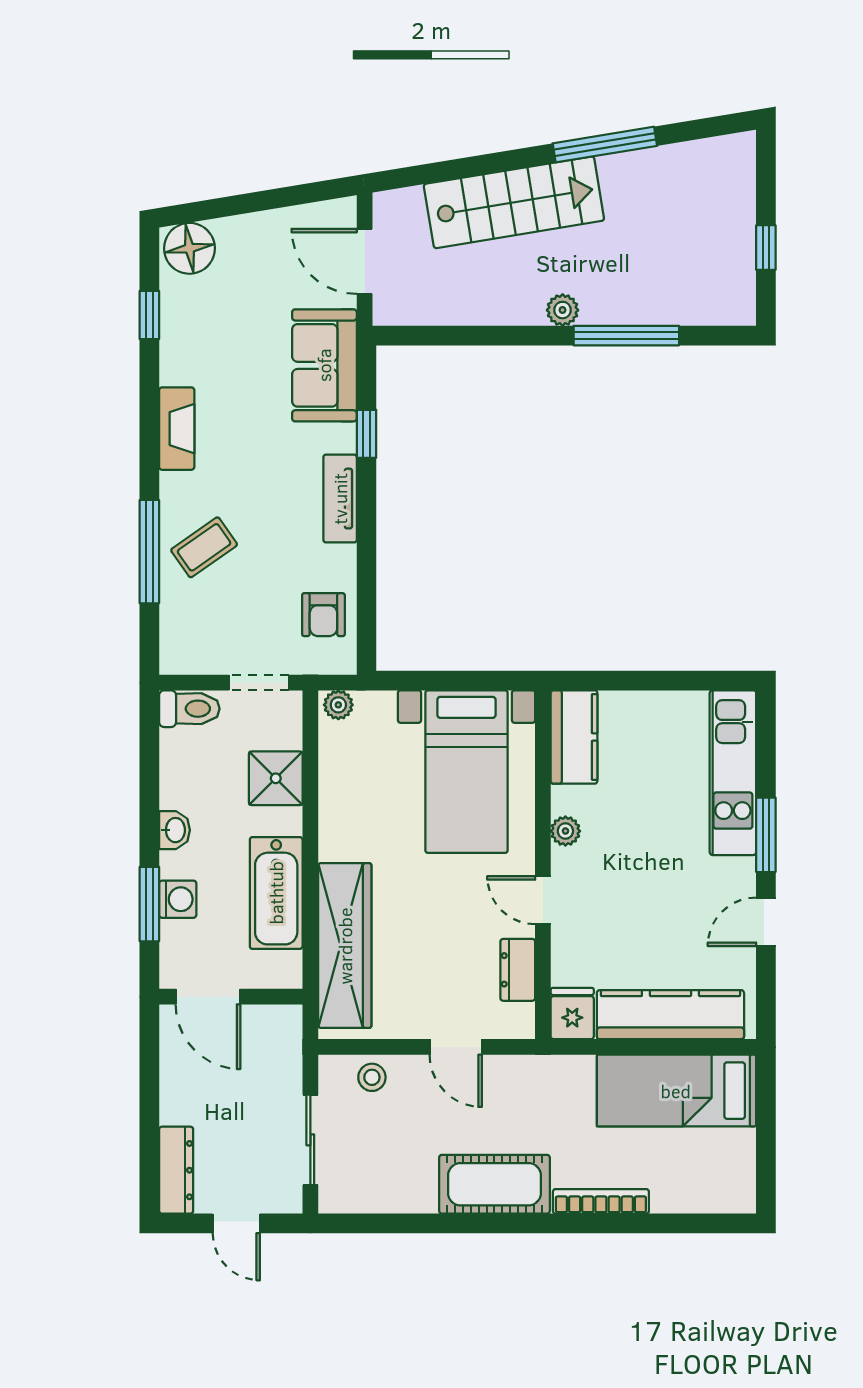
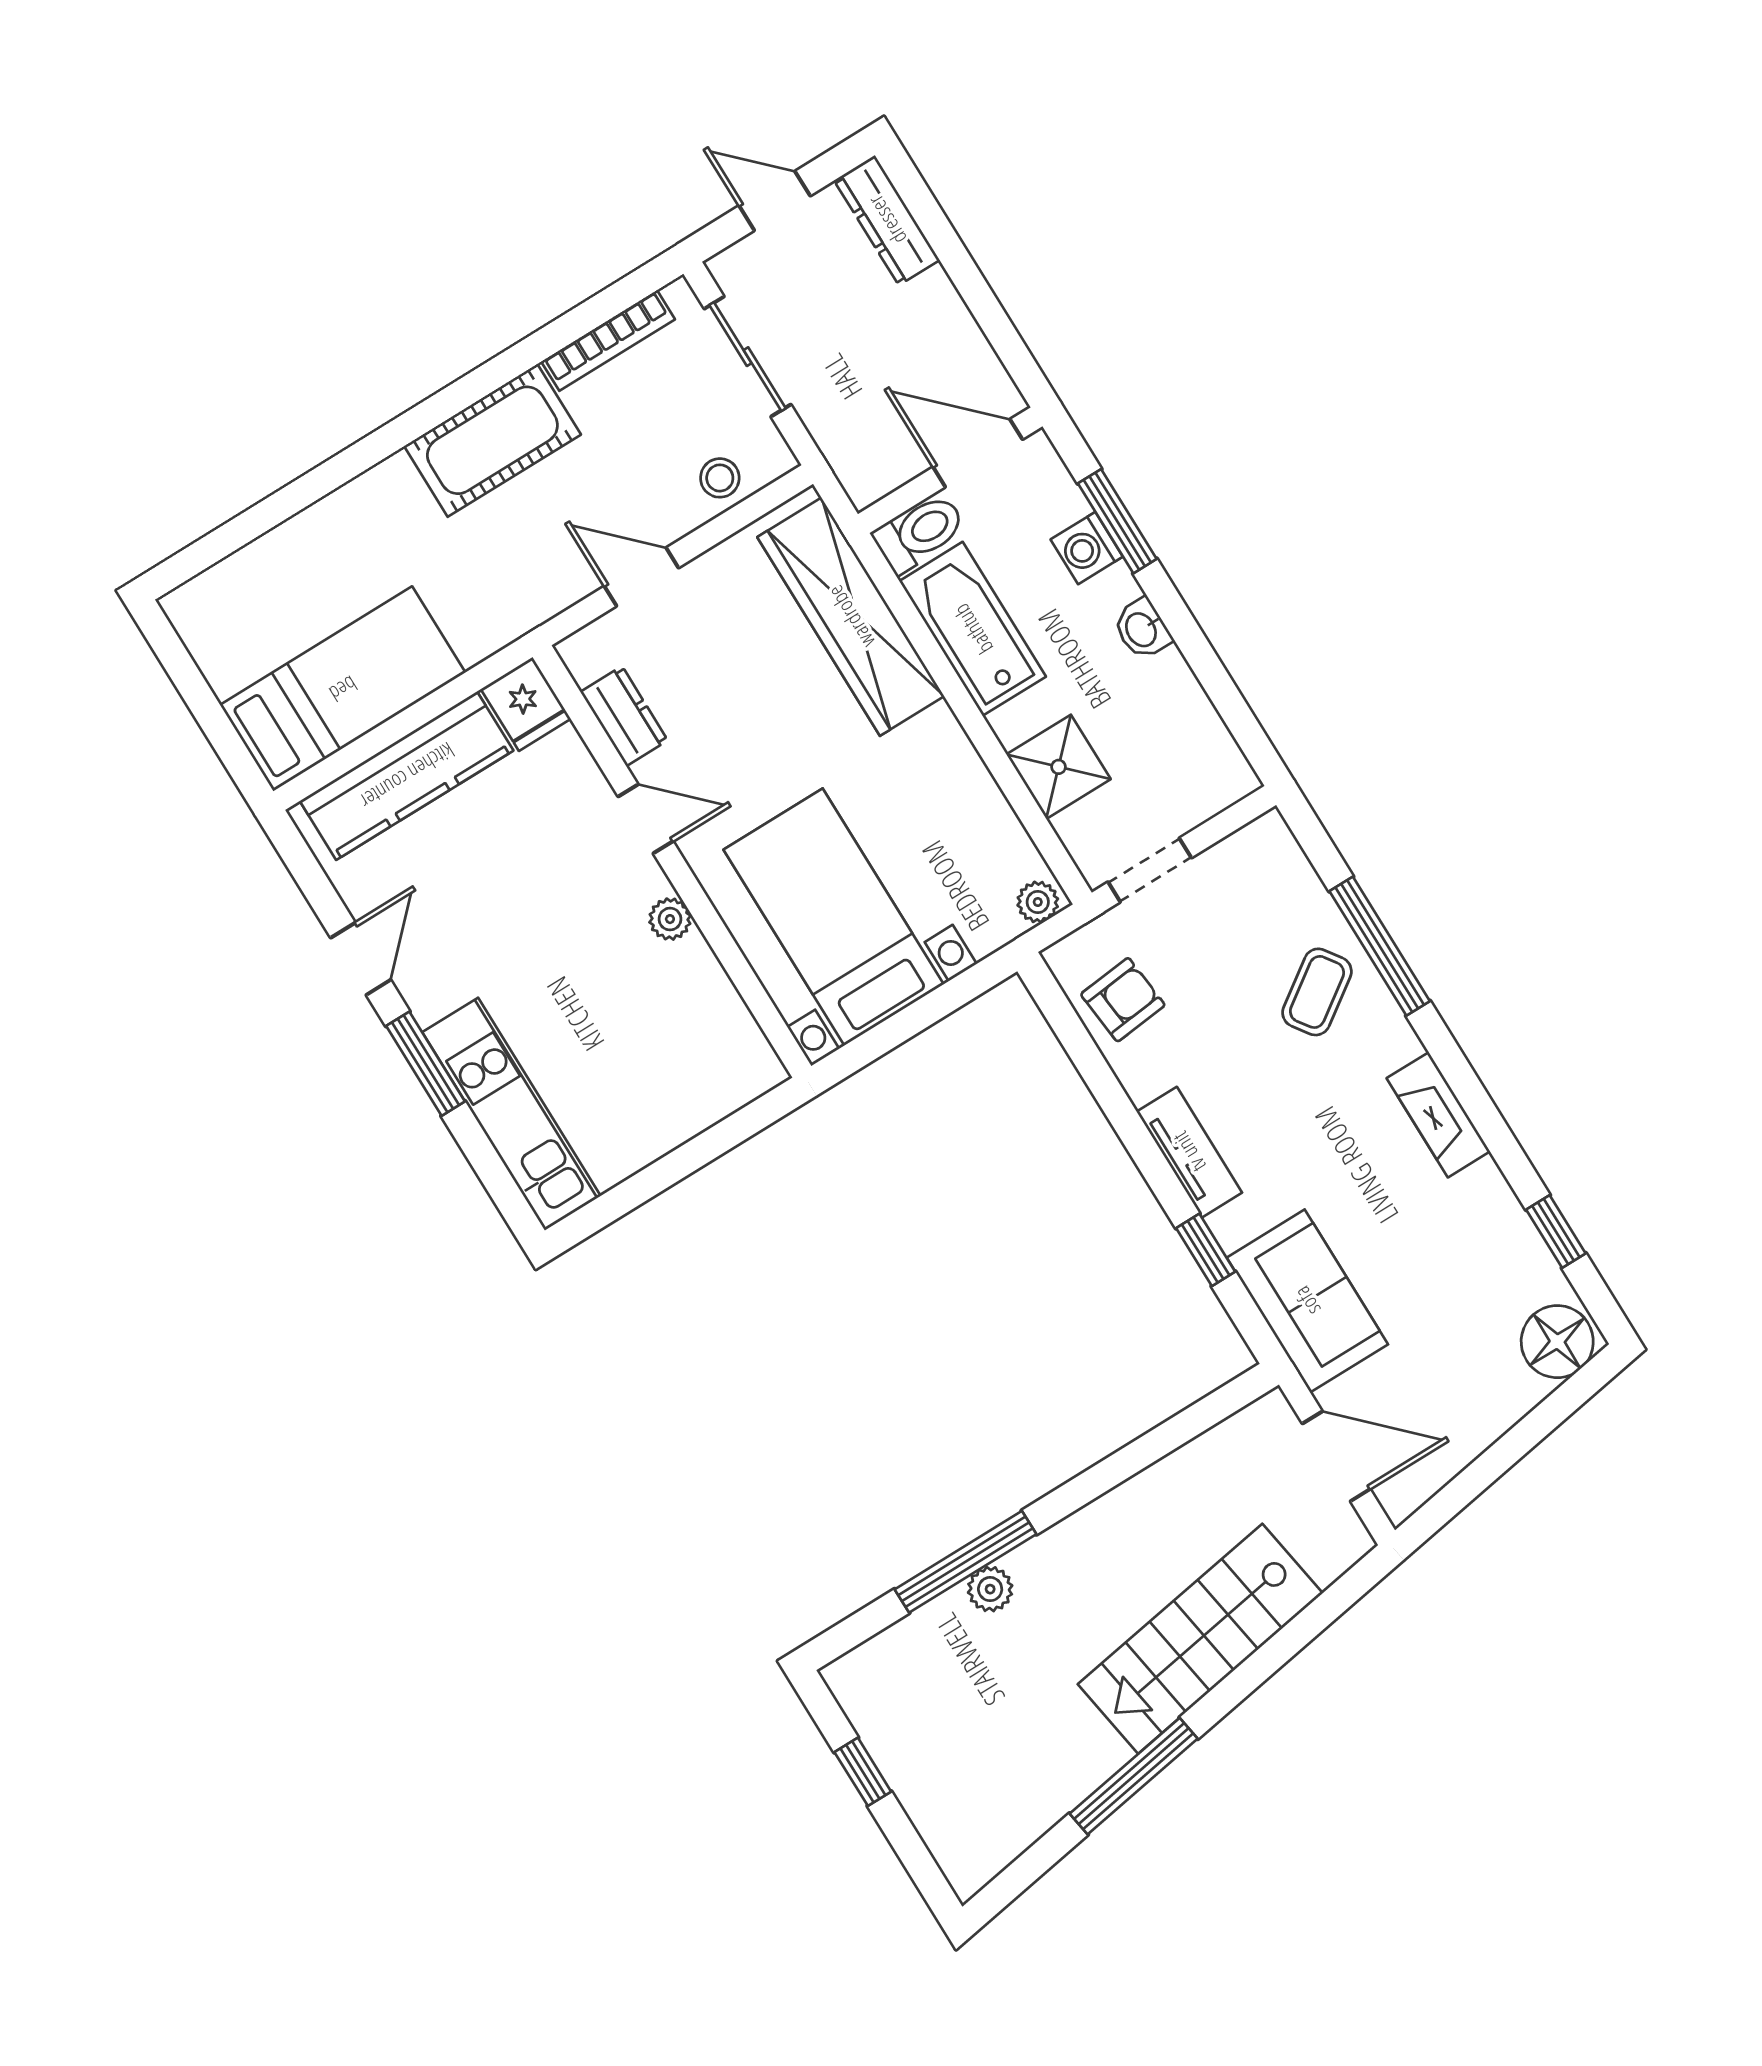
plant: (563, 310) -> (990, 1589), moved
armchair: (323, 615) -> (1123, 1000), turned 84
toilet: (189, 709) -> (920, 533), moved, turned 180
kitchen counter: (574, 737) -> (730, 1039), removed
bookcase: (601, 1201) -> (608, 340), moved

